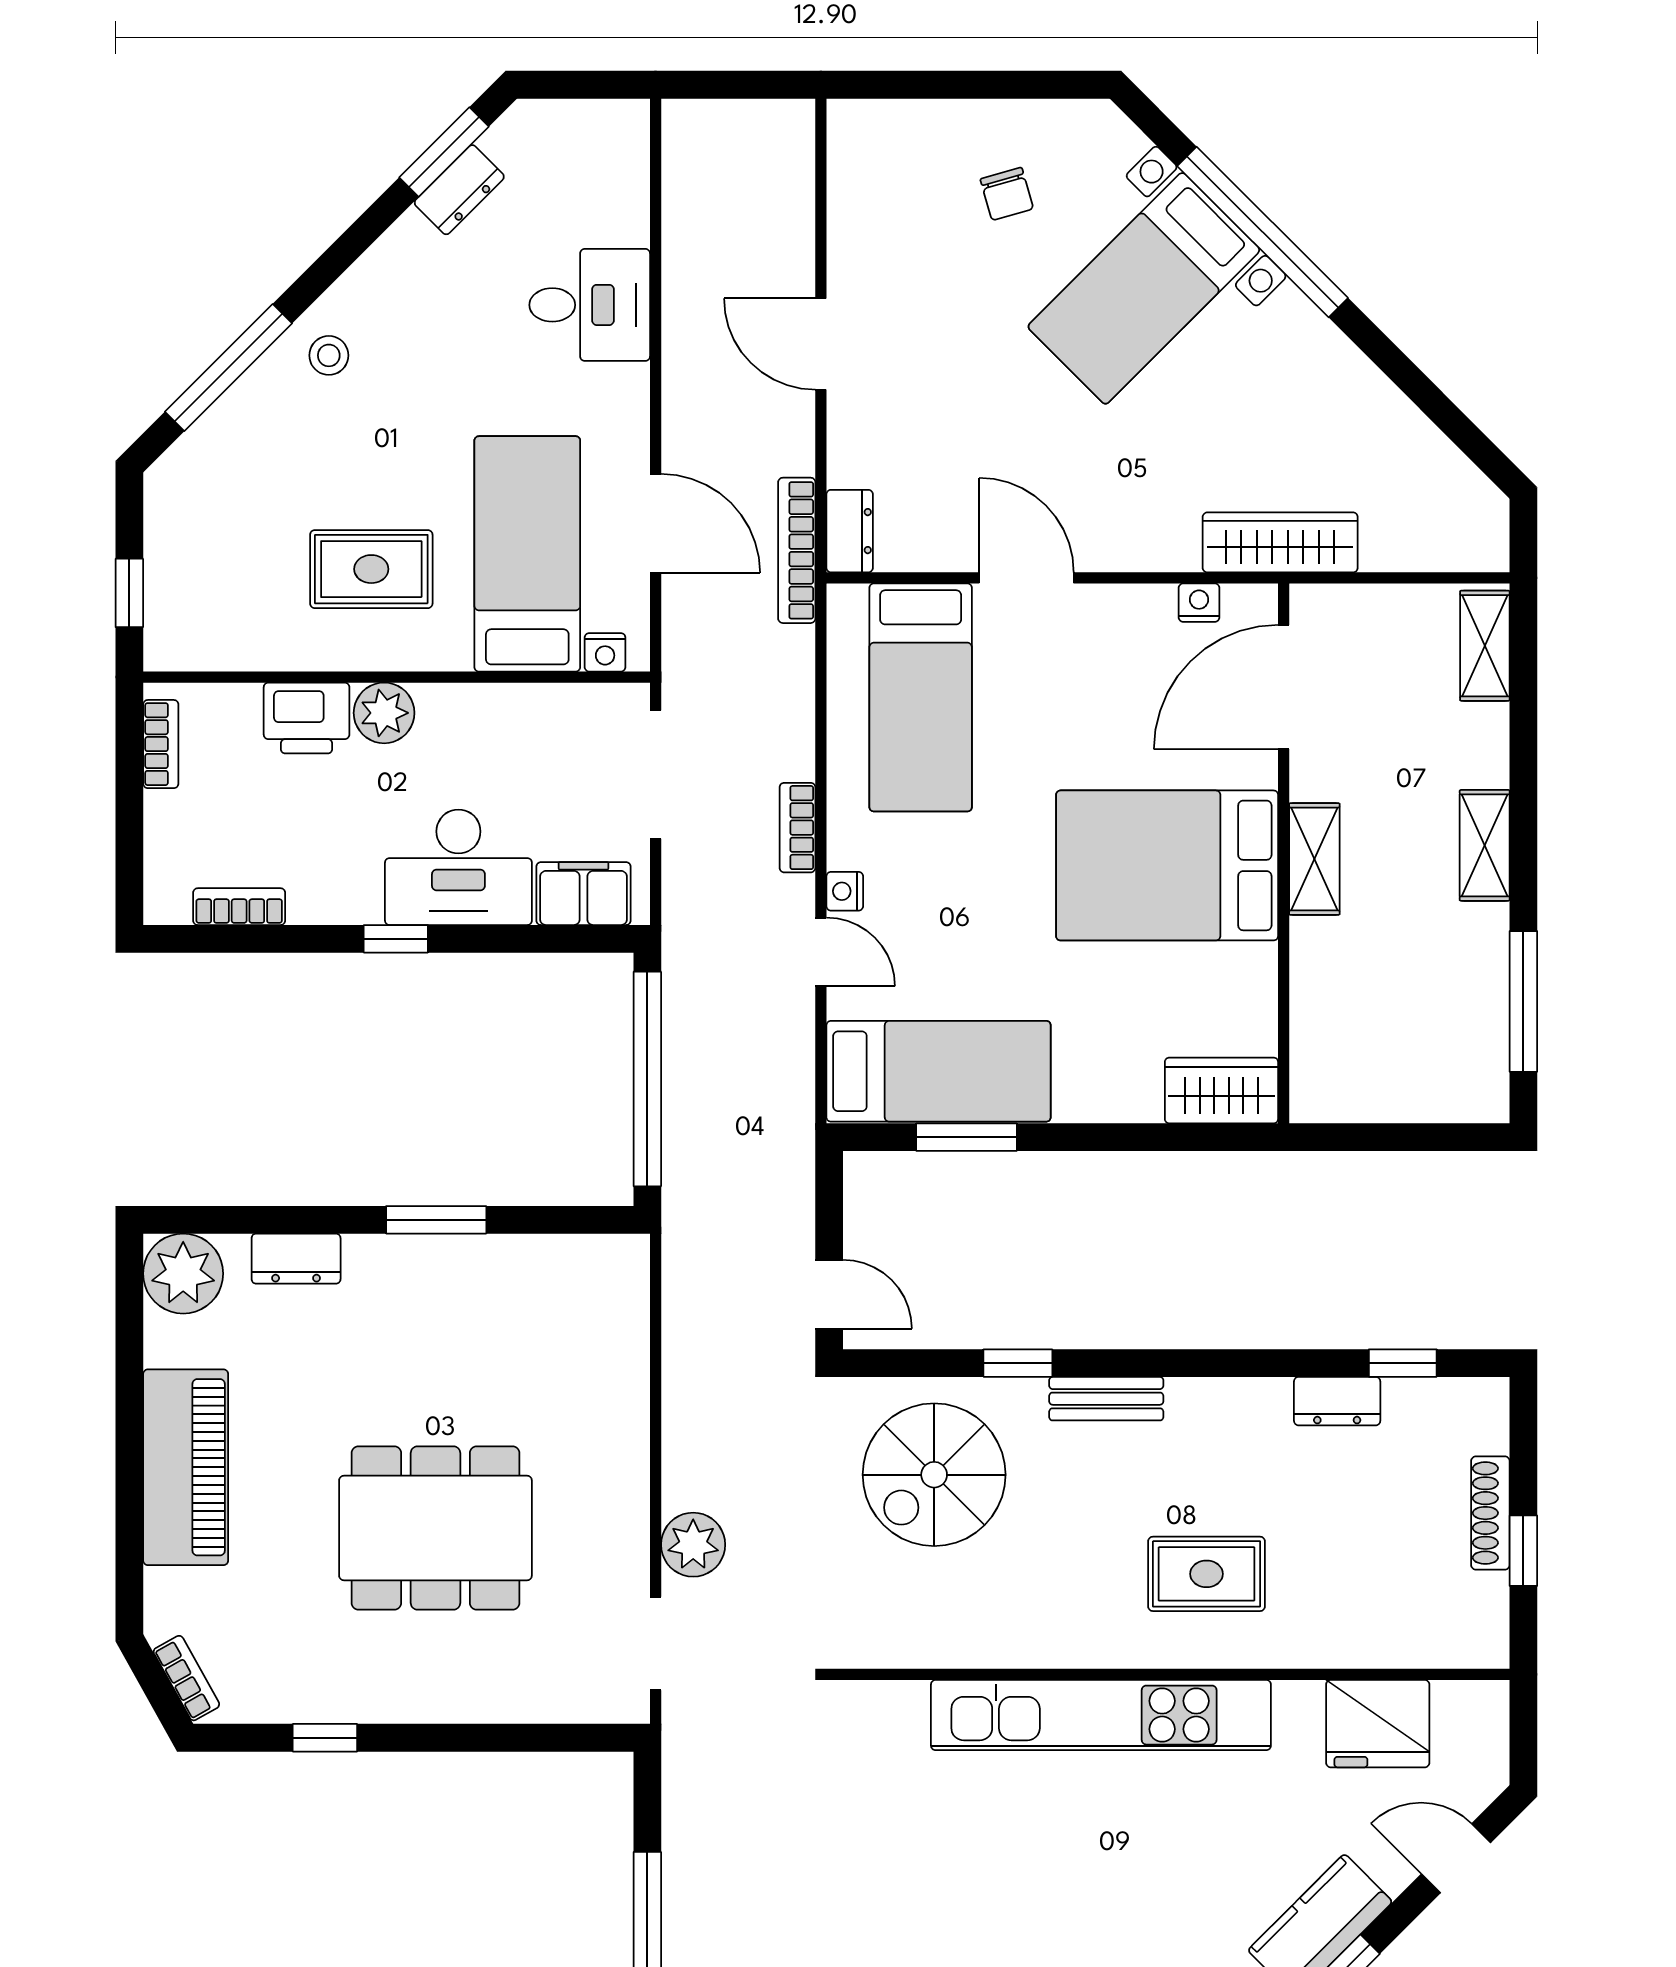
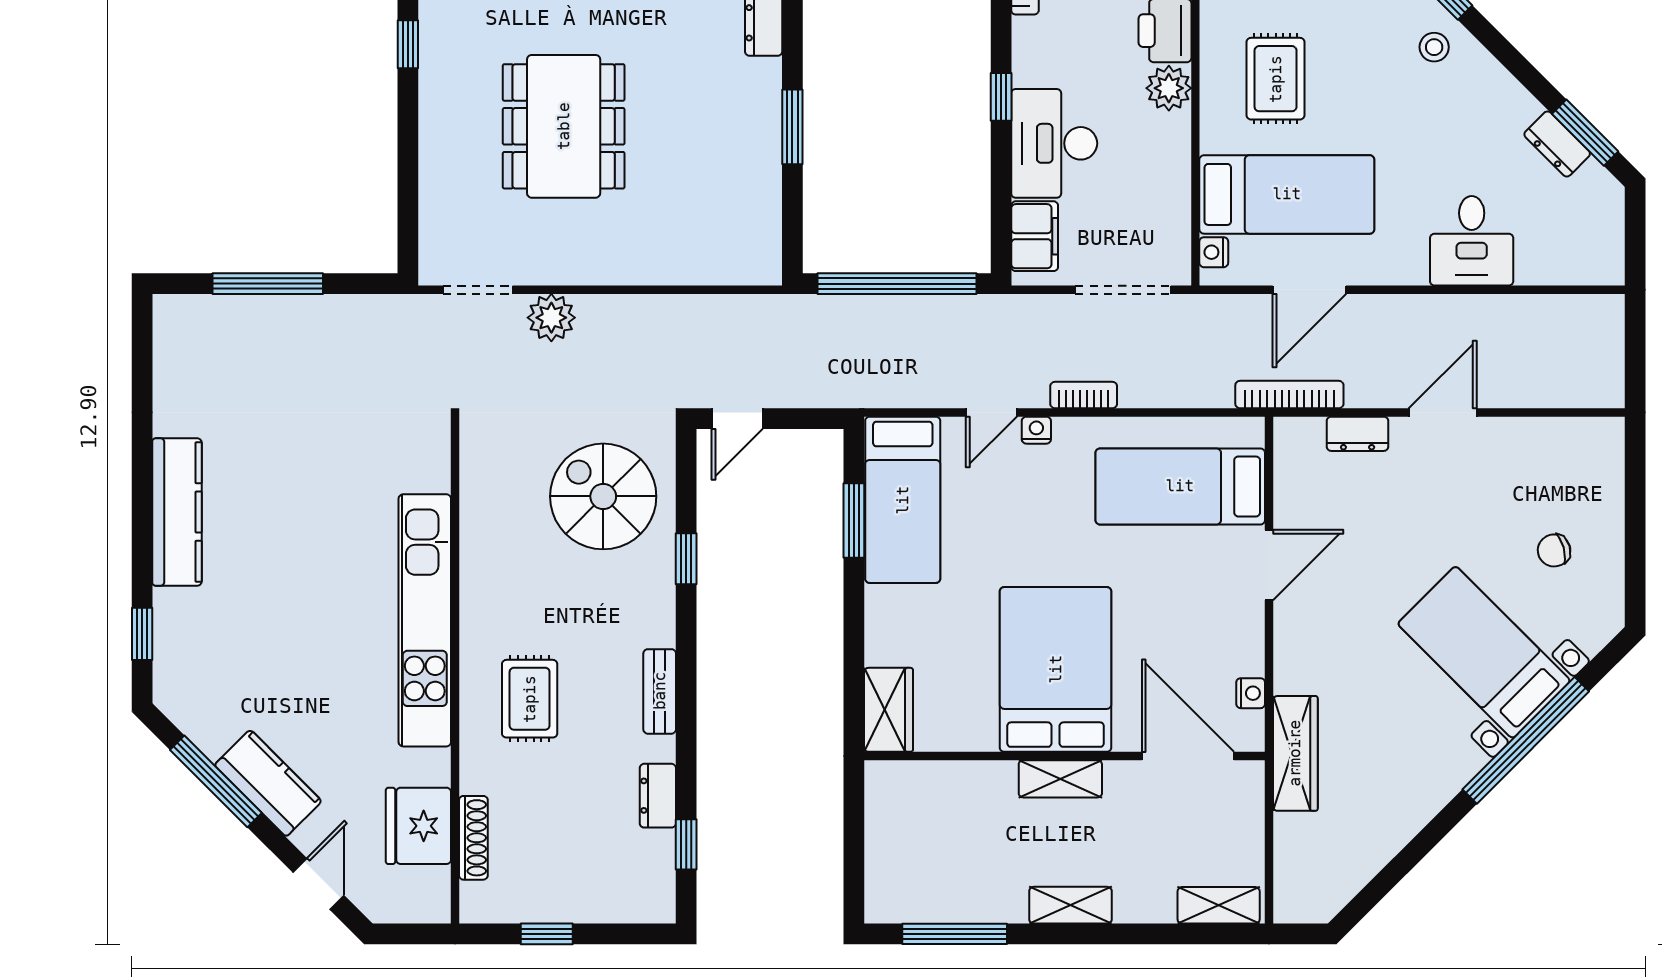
dresser: (850, 531) -> (1358, 434), moved
bench: (1106, 1399) -> (660, 691), moved
shoe rack: (1490, 1513) -> (473, 838), moved, turned 90

